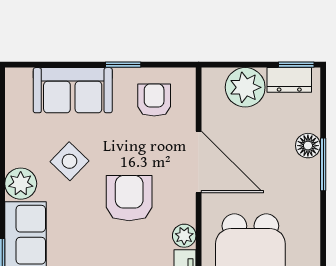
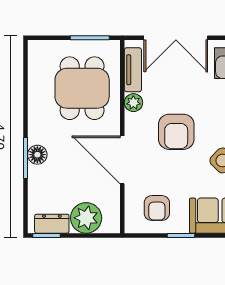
floor lamp: (308, 146) -> (37, 155), moved

